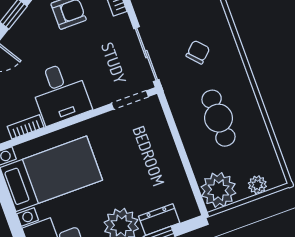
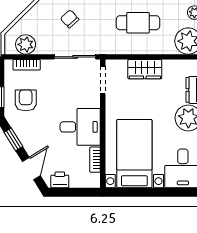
chair: (198, 52) -> (70, 19), moved
wardrobe: (163, 148) -> (145, 69), added

